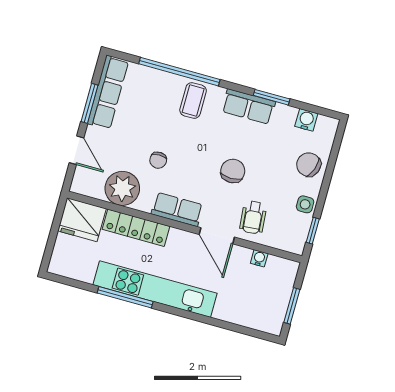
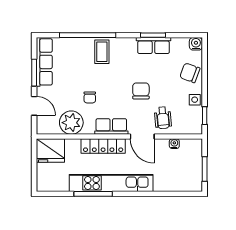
row of seats: (249, 107) -> (153, 46), moved
water cooler: (306, 120) -> (196, 44), moved
locker: (136, 228) -> (103, 146), moved

